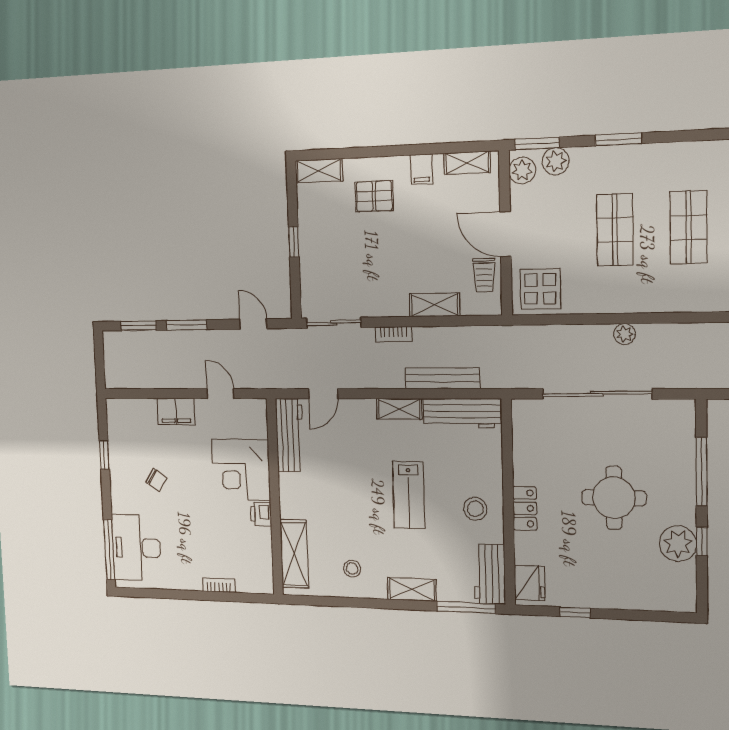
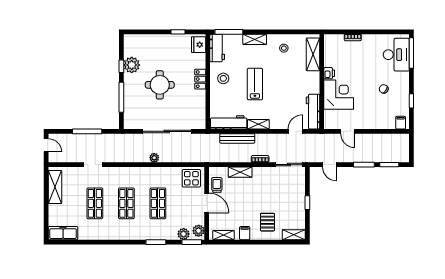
pallet: (374, 196) -> (267, 222), turned 90
filing cabinet: (176, 411) -> (401, 123), moved, width x0.50

